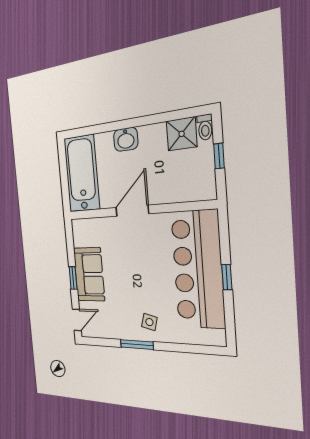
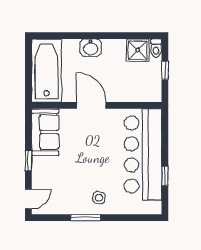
door: (132, 211) -> (91, 105), hinge flipped
sofa: (89, 274) -> (45, 132), moved
window: (227, 277) -> (165, 176), moved

